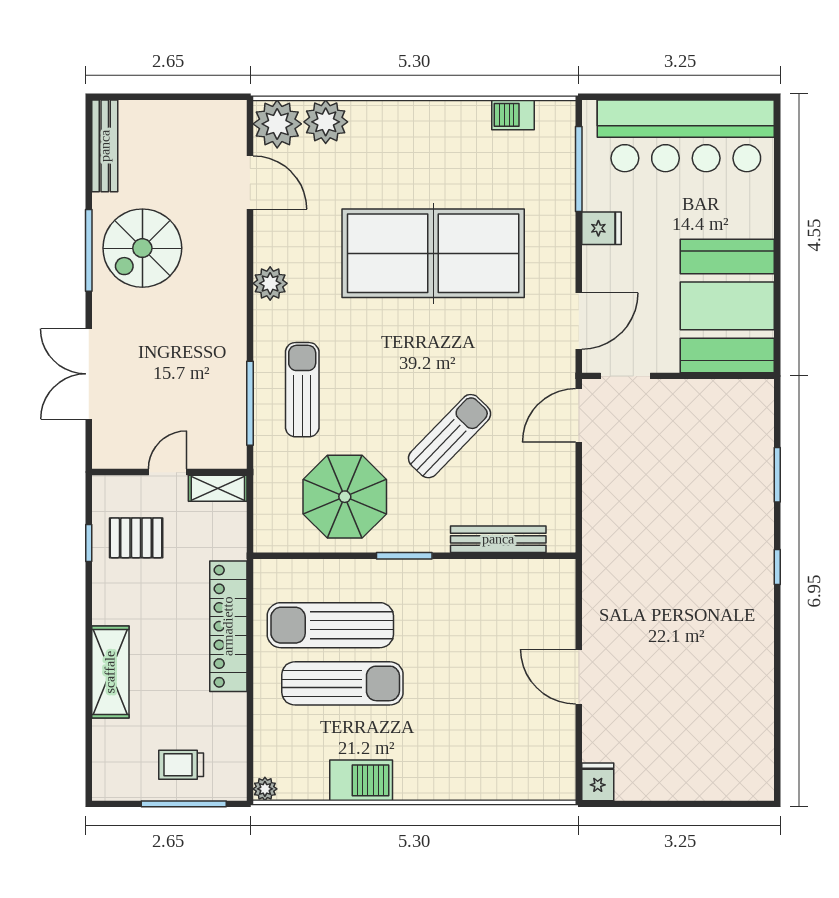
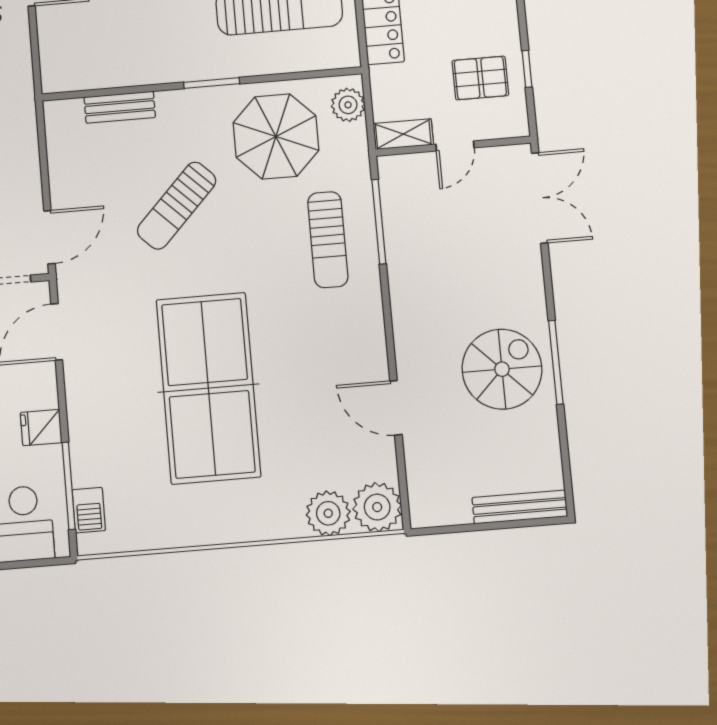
barbecue: (513, 115) -> (89, 510), moved, turned 90
bench: (105, 146) -> (520, 507), moved, turned 90
door: (250, 182) -> (396, 408), moved
table tennis table: (433, 253) -> (208, 388), turned 90
plant: (270, 283) -> (348, 105), moved
double door: (89, 374) -> (540, 198), moved
bench: (498, 539) -> (120, 107), width x0.73

